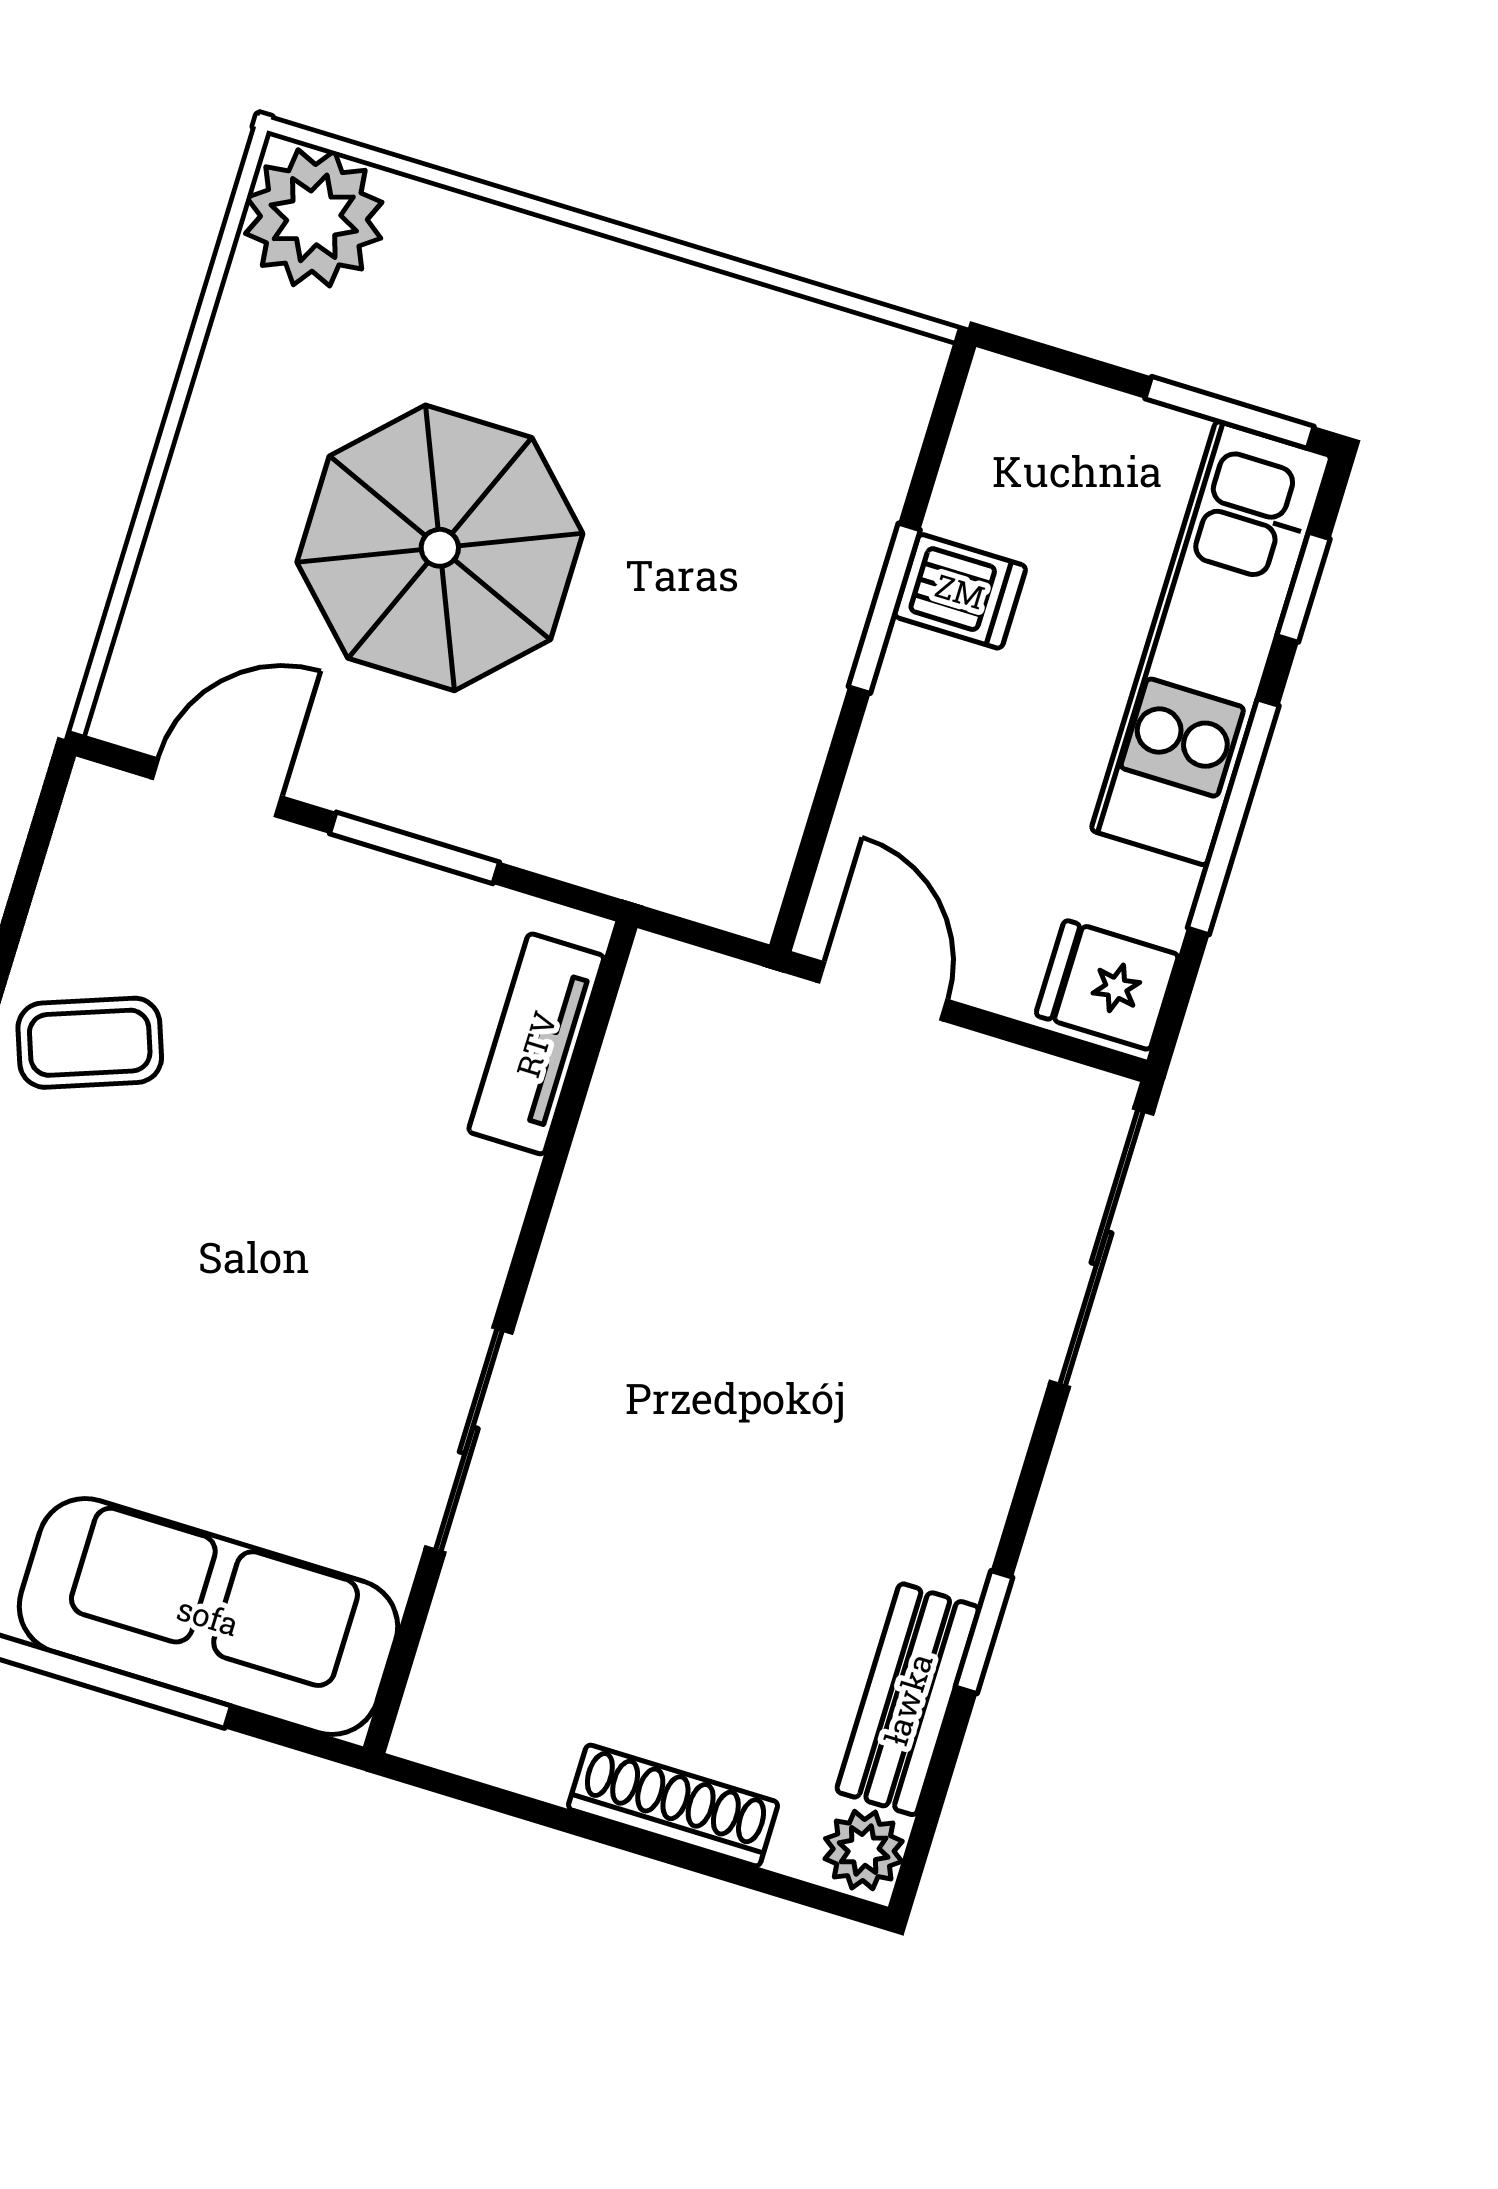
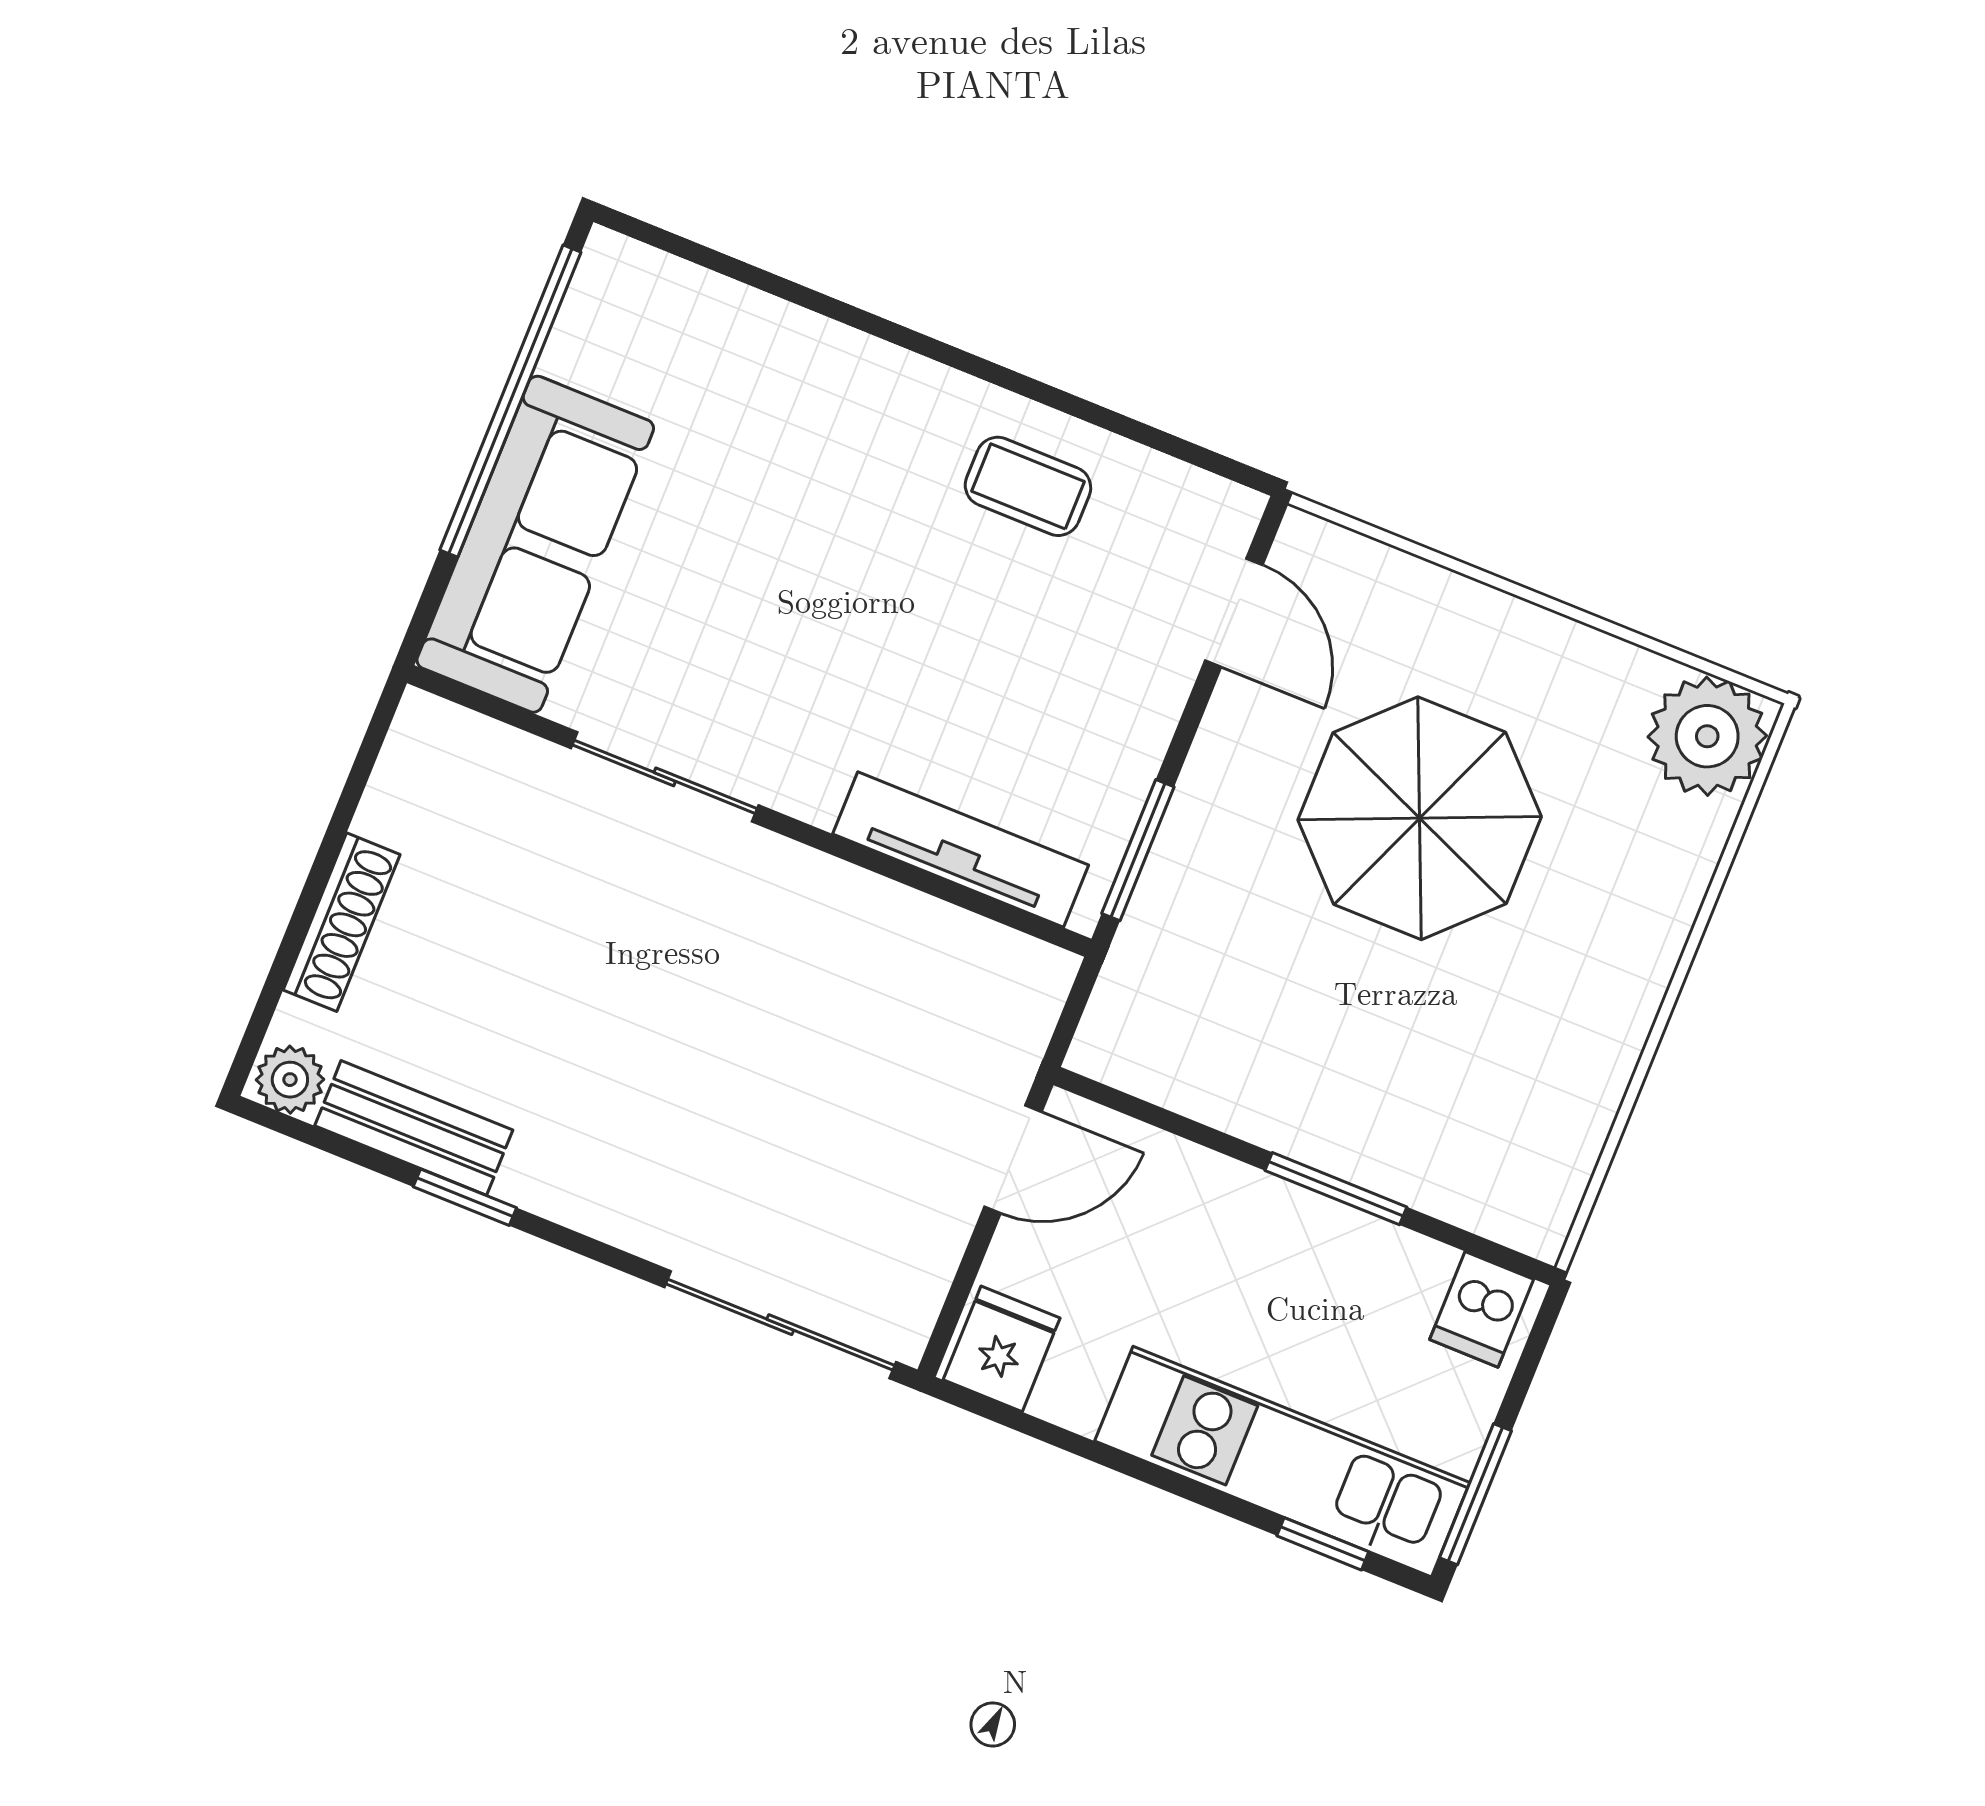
dishwasher: (960, 591) -> (1482, 1309), moved
window: (1233, 817) -> (1134, 1468), removed
window: (415, 848) -> (1138, 850), moved
coffee table: (90, 1043) -> (1028, 486), turned -70
tv unit: (536, 1044) -> (961, 849), width x1.41

